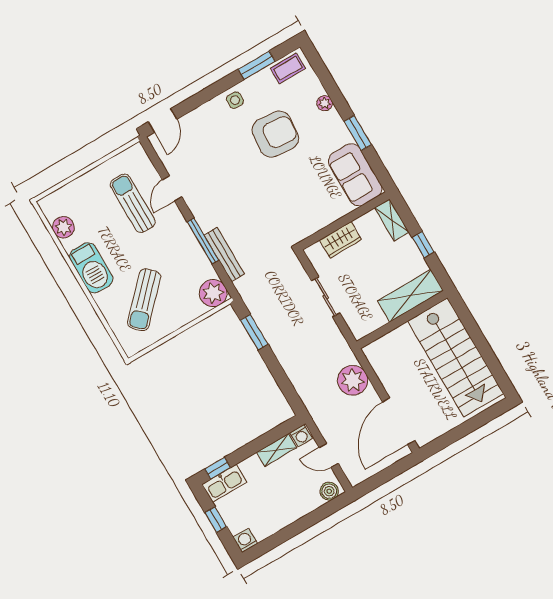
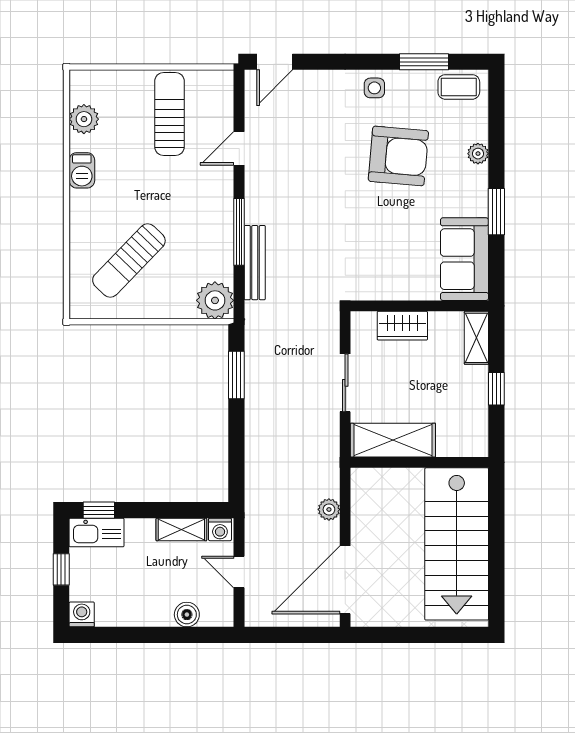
sun lounger: (133, 203) -> (169, 114), moved
barbecue: (91, 268) -> (82, 170), width x0.53, depth x0.65
shelving: (410, 296) -> (393, 440), moved
plant: (353, 380) -> (329, 509), width x0.53, depth x0.53
boiler: (329, 491) -> (187, 615), moved

